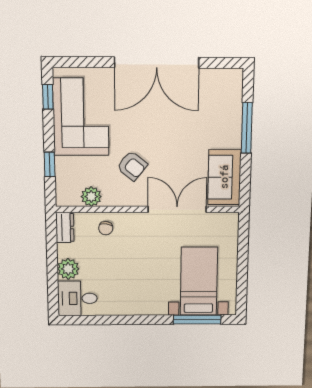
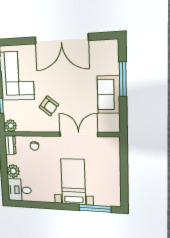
sofa: (224, 177) -> (109, 95), moved
plant: (91, 197) -> (11, 126), moved
bed with nightstands: (199, 281) -> (73, 182), moved

